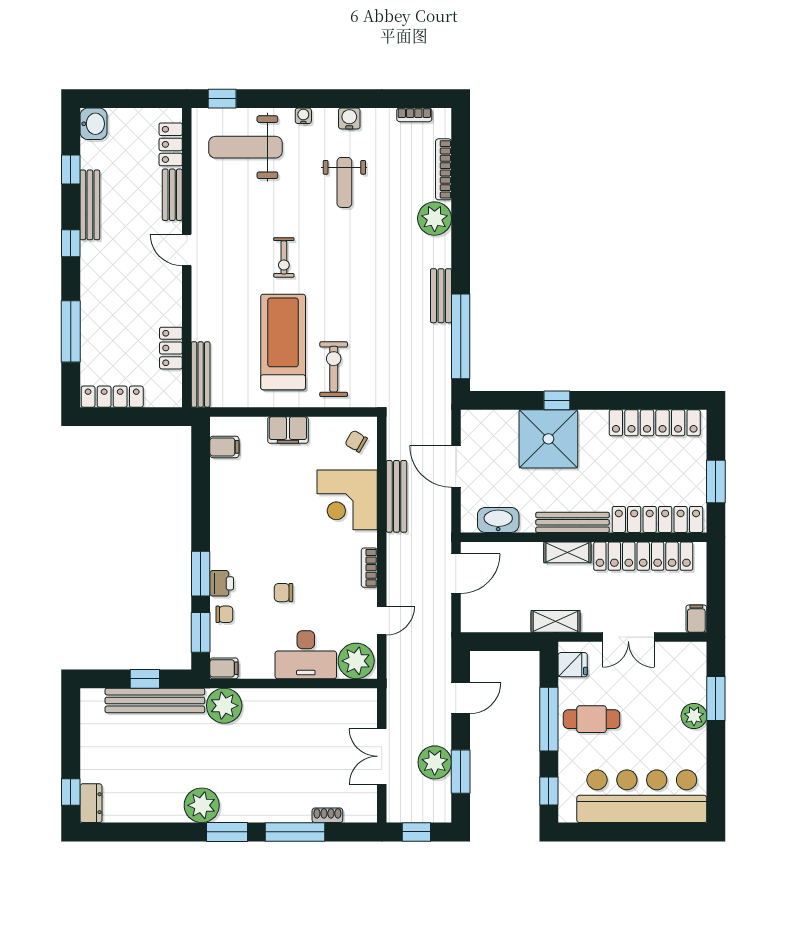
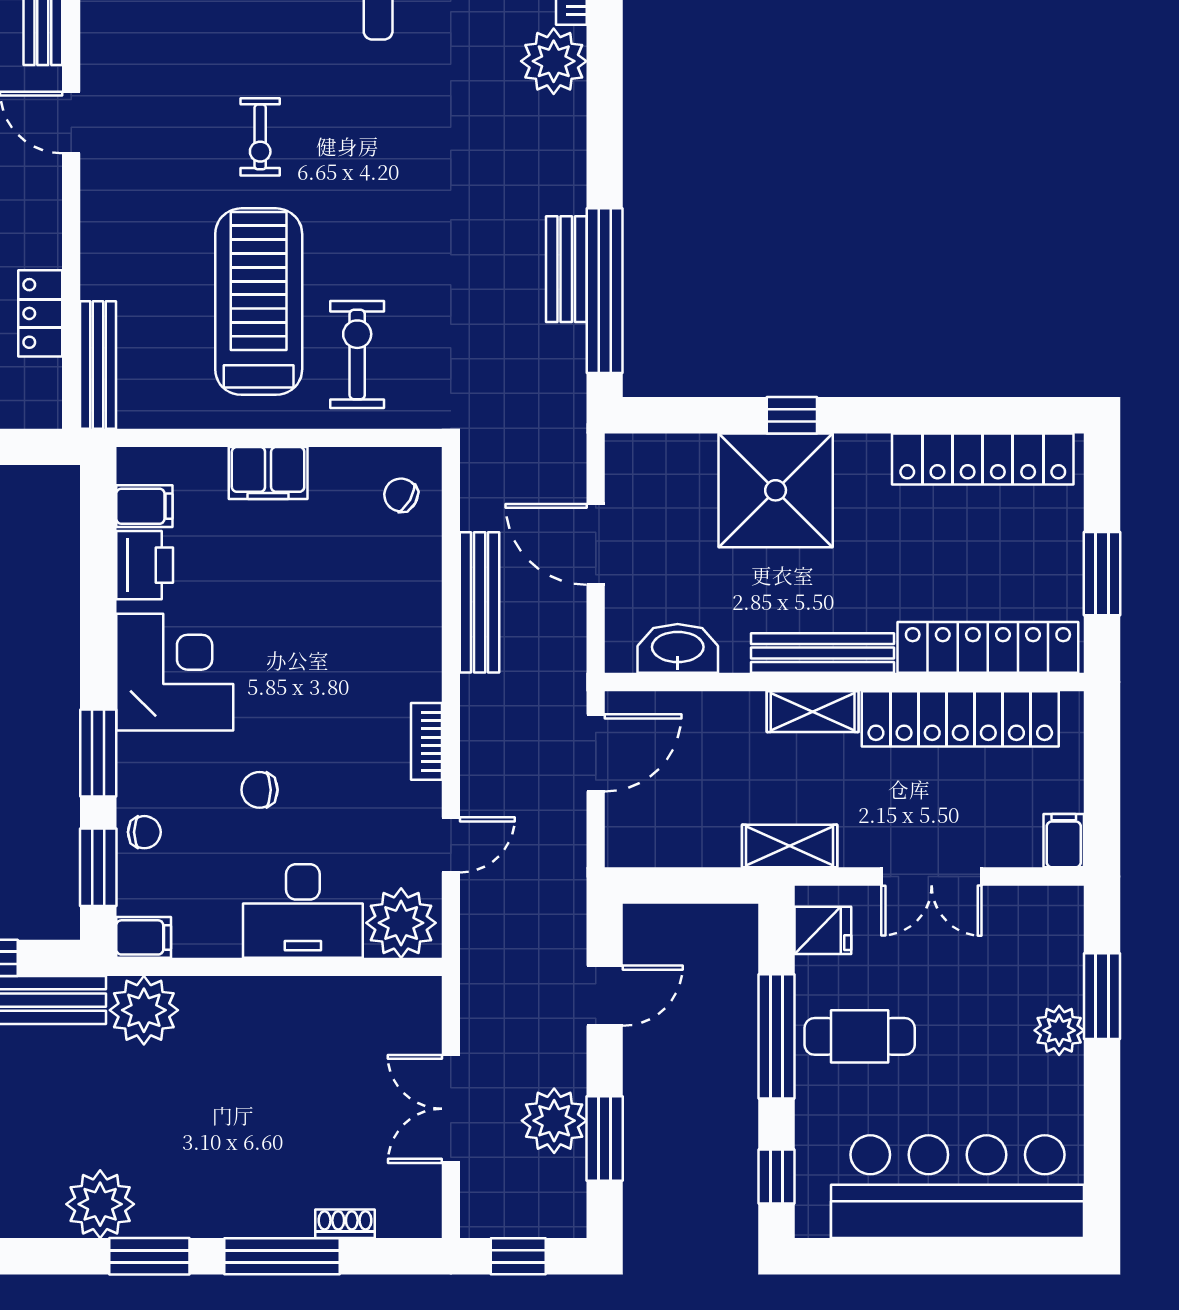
bench: (441, 296) -> (566, 269), moved
corner desk: (347, 500) -> (175, 672), moved, turned 180
printer: (222, 583) -> (145, 565), moved, width x1.36, depth x1.24

